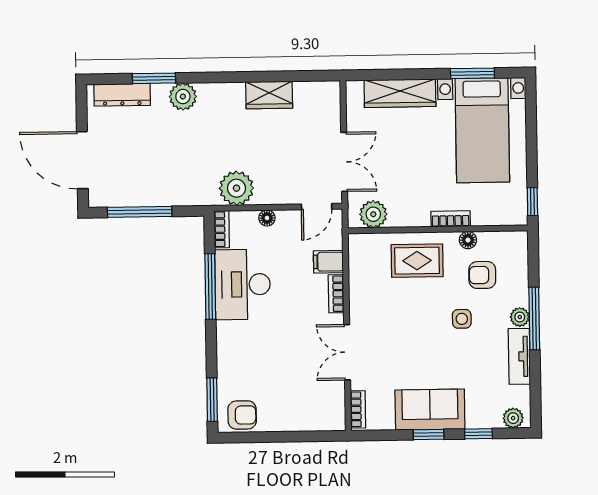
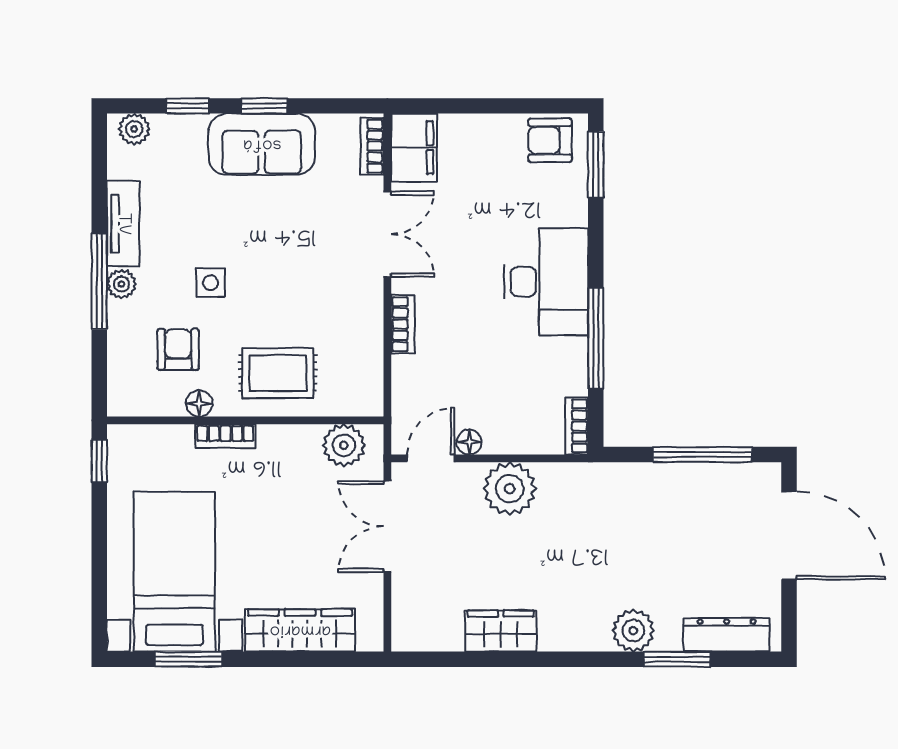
plant: (236, 188) -> (510, 489), moved
floor lamp: (267, 218) -> (469, 442), moved
filing cabinet: (328, 262) -> (414, 148), moved, width x2.00
armchair: (482, 275) -> (178, 349), turned -90
desk: (243, 284) -> (546, 282), moved

